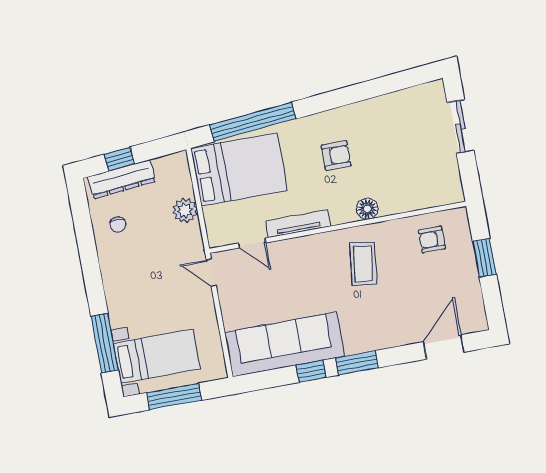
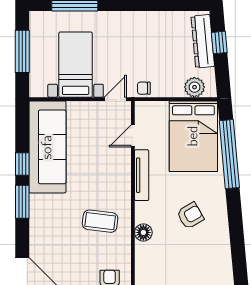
armchair: (336, 156) -> (190, 216), turned -120
plant: (185, 211) -> (194, 87), moved
chair: (118, 224) -> (144, 88), moved
bed with nightstands: (157, 356) -> (76, 65), moved, turned 180

